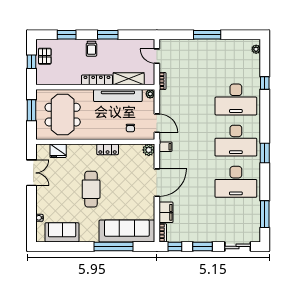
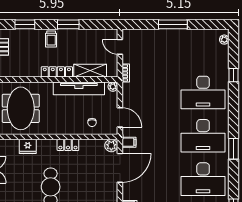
fridge: (58, 151) -> (28, 146), moved
door: (157, 183) -> (120, 168), moved

